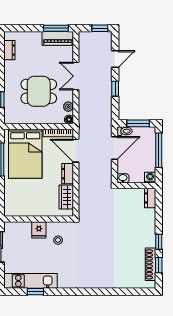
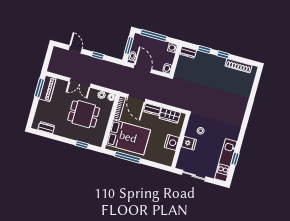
window: (100, 28) -> (49, 54), removed
dining table: (39, 91) -> (84, 114), turned 90
door: (76, 151) -> (137, 98), hinge flipped
nightstand: (34, 209) -> (172, 142), added
window: (159, 265) -> (204, 49), moved

